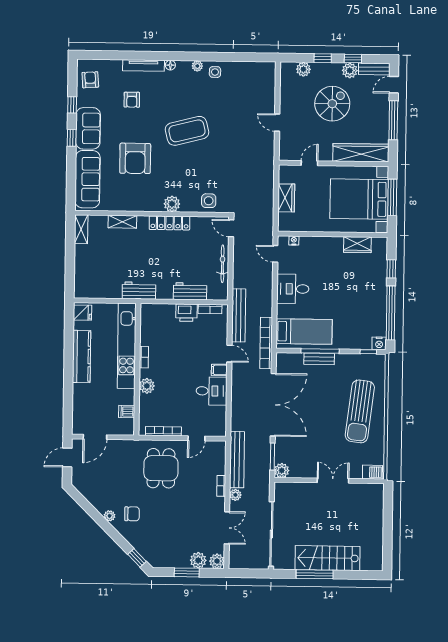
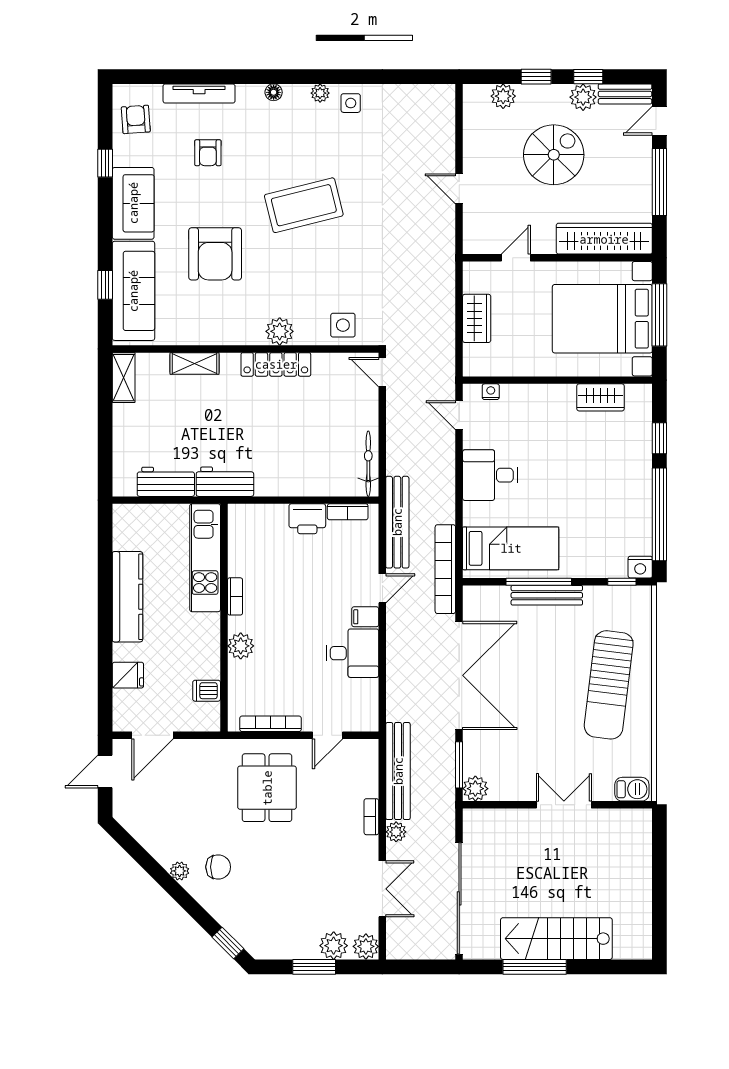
tv unit: (144, 65) -> (199, 94), moved
window: (72, 138) -> (105, 285), moved
bicycle: (222, 264) -> (368, 464), moved
workbench: (190, 291) -> (166, 482), moved
fridge: (82, 313) -> (128, 675), moved
kitchen unit: (127, 346) -> (205, 558), width x0.73
door: (229, 354) -> (382, 588), hinge flipped
bench: (319, 359) -> (547, 595), width x1.36

